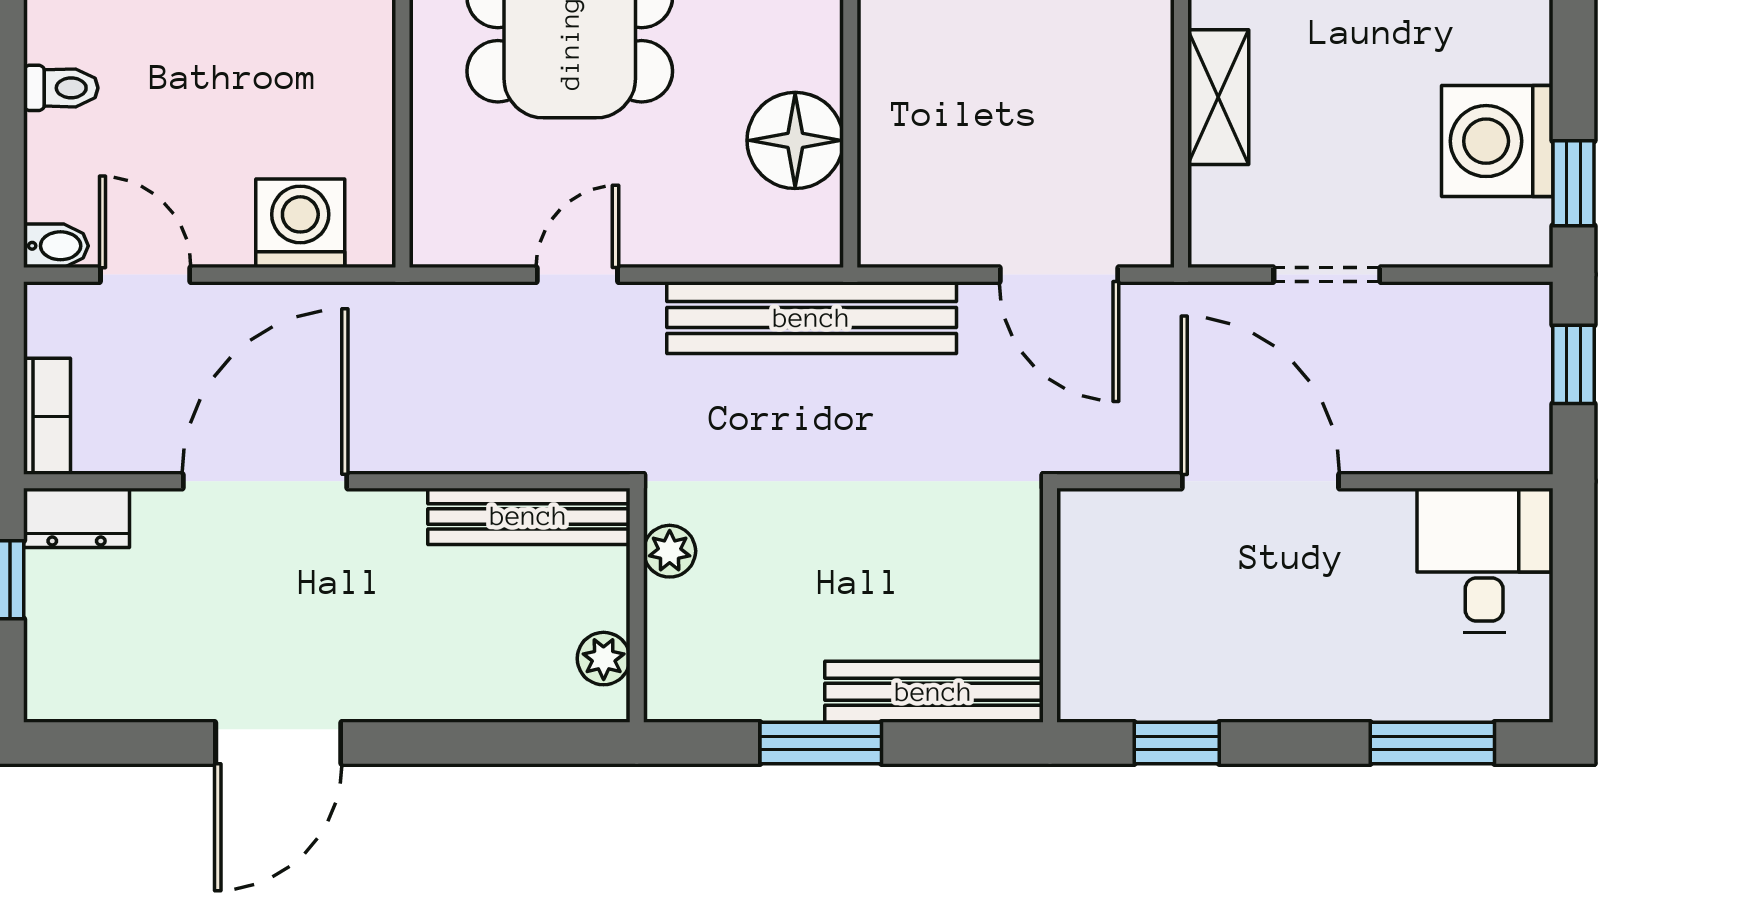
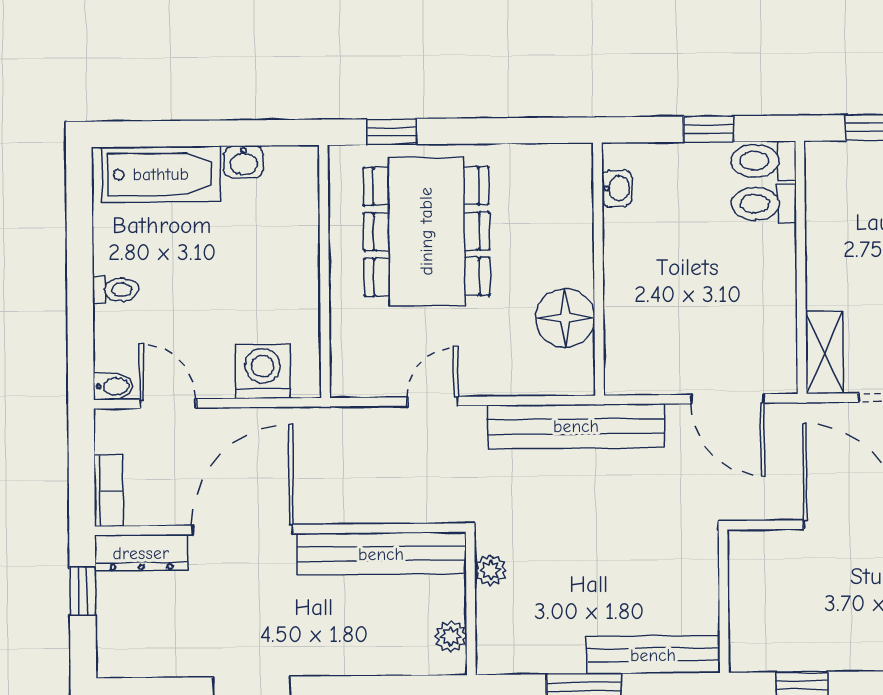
shelving: (1218, 97) -> (824, 352), moved
bench: (529, 516) -> (381, 554), width x1.37, depth x1.21
dresser: (77, 518) -> (141, 553), width x1.44

